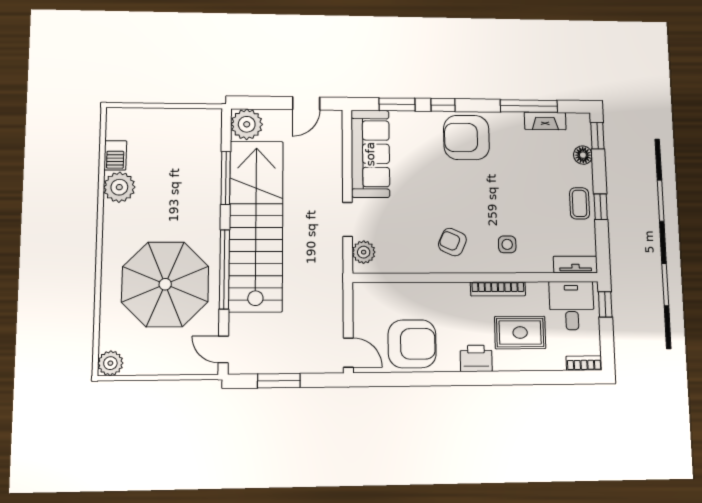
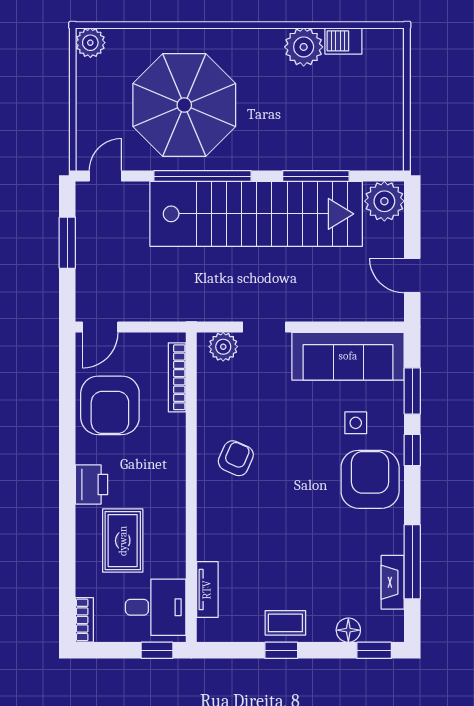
side table: (507, 244) -> (356, 423), moved
tv unit: (575, 264) -> (207, 590), moved
bookcase: (498, 289) -> (177, 377), moved

